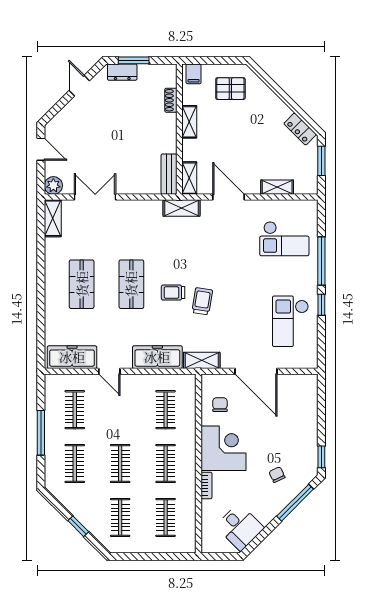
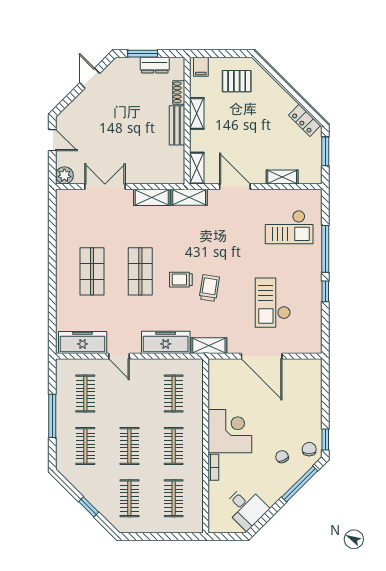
dresser: (122, 72) -> (155, 65), moved
bench: (169, 174) -> (177, 125), moved
shelving: (53, 218) -> (152, 197), moved, turned 90
checkout: (290, 321) -> (273, 303), moved
chair: (220, 405) -> (309, 449), moved

